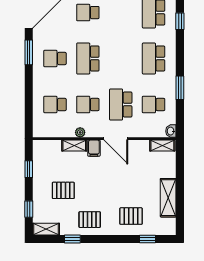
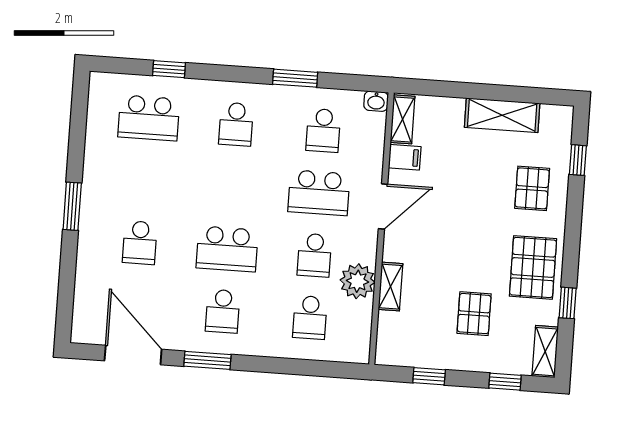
school desk: (154, 59) -> (236, 124), width x0.54
plant: (80, 132) -> (358, 281), width x1.87, depth x1.87
filing cabinet: (94, 148) -> (405, 157), moved
pallet: (90, 220) -> (533, 267), width x1.50, depth x1.42

